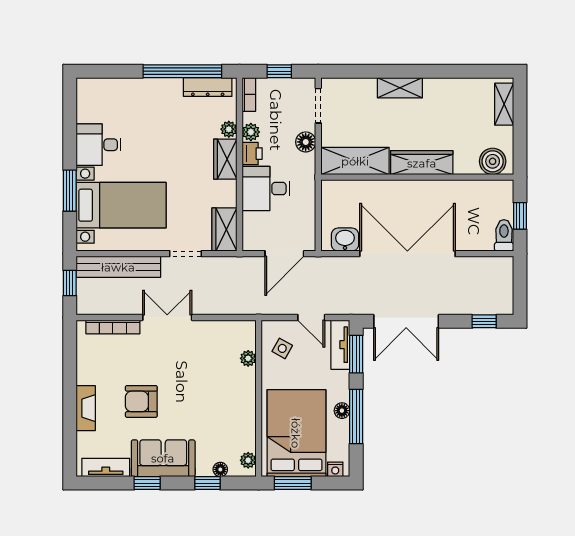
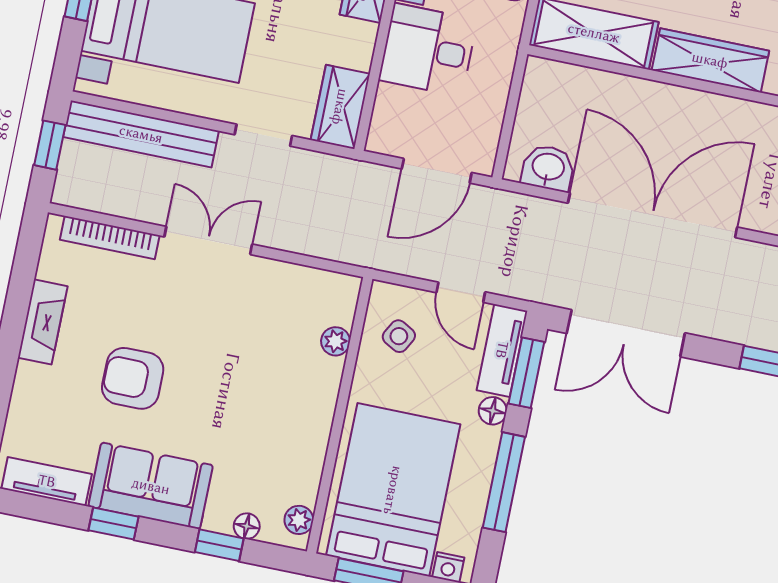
fireplace: (86, 408) -> (43, 322), moved
floor lamp: (342, 411) -> (493, 411), moved

